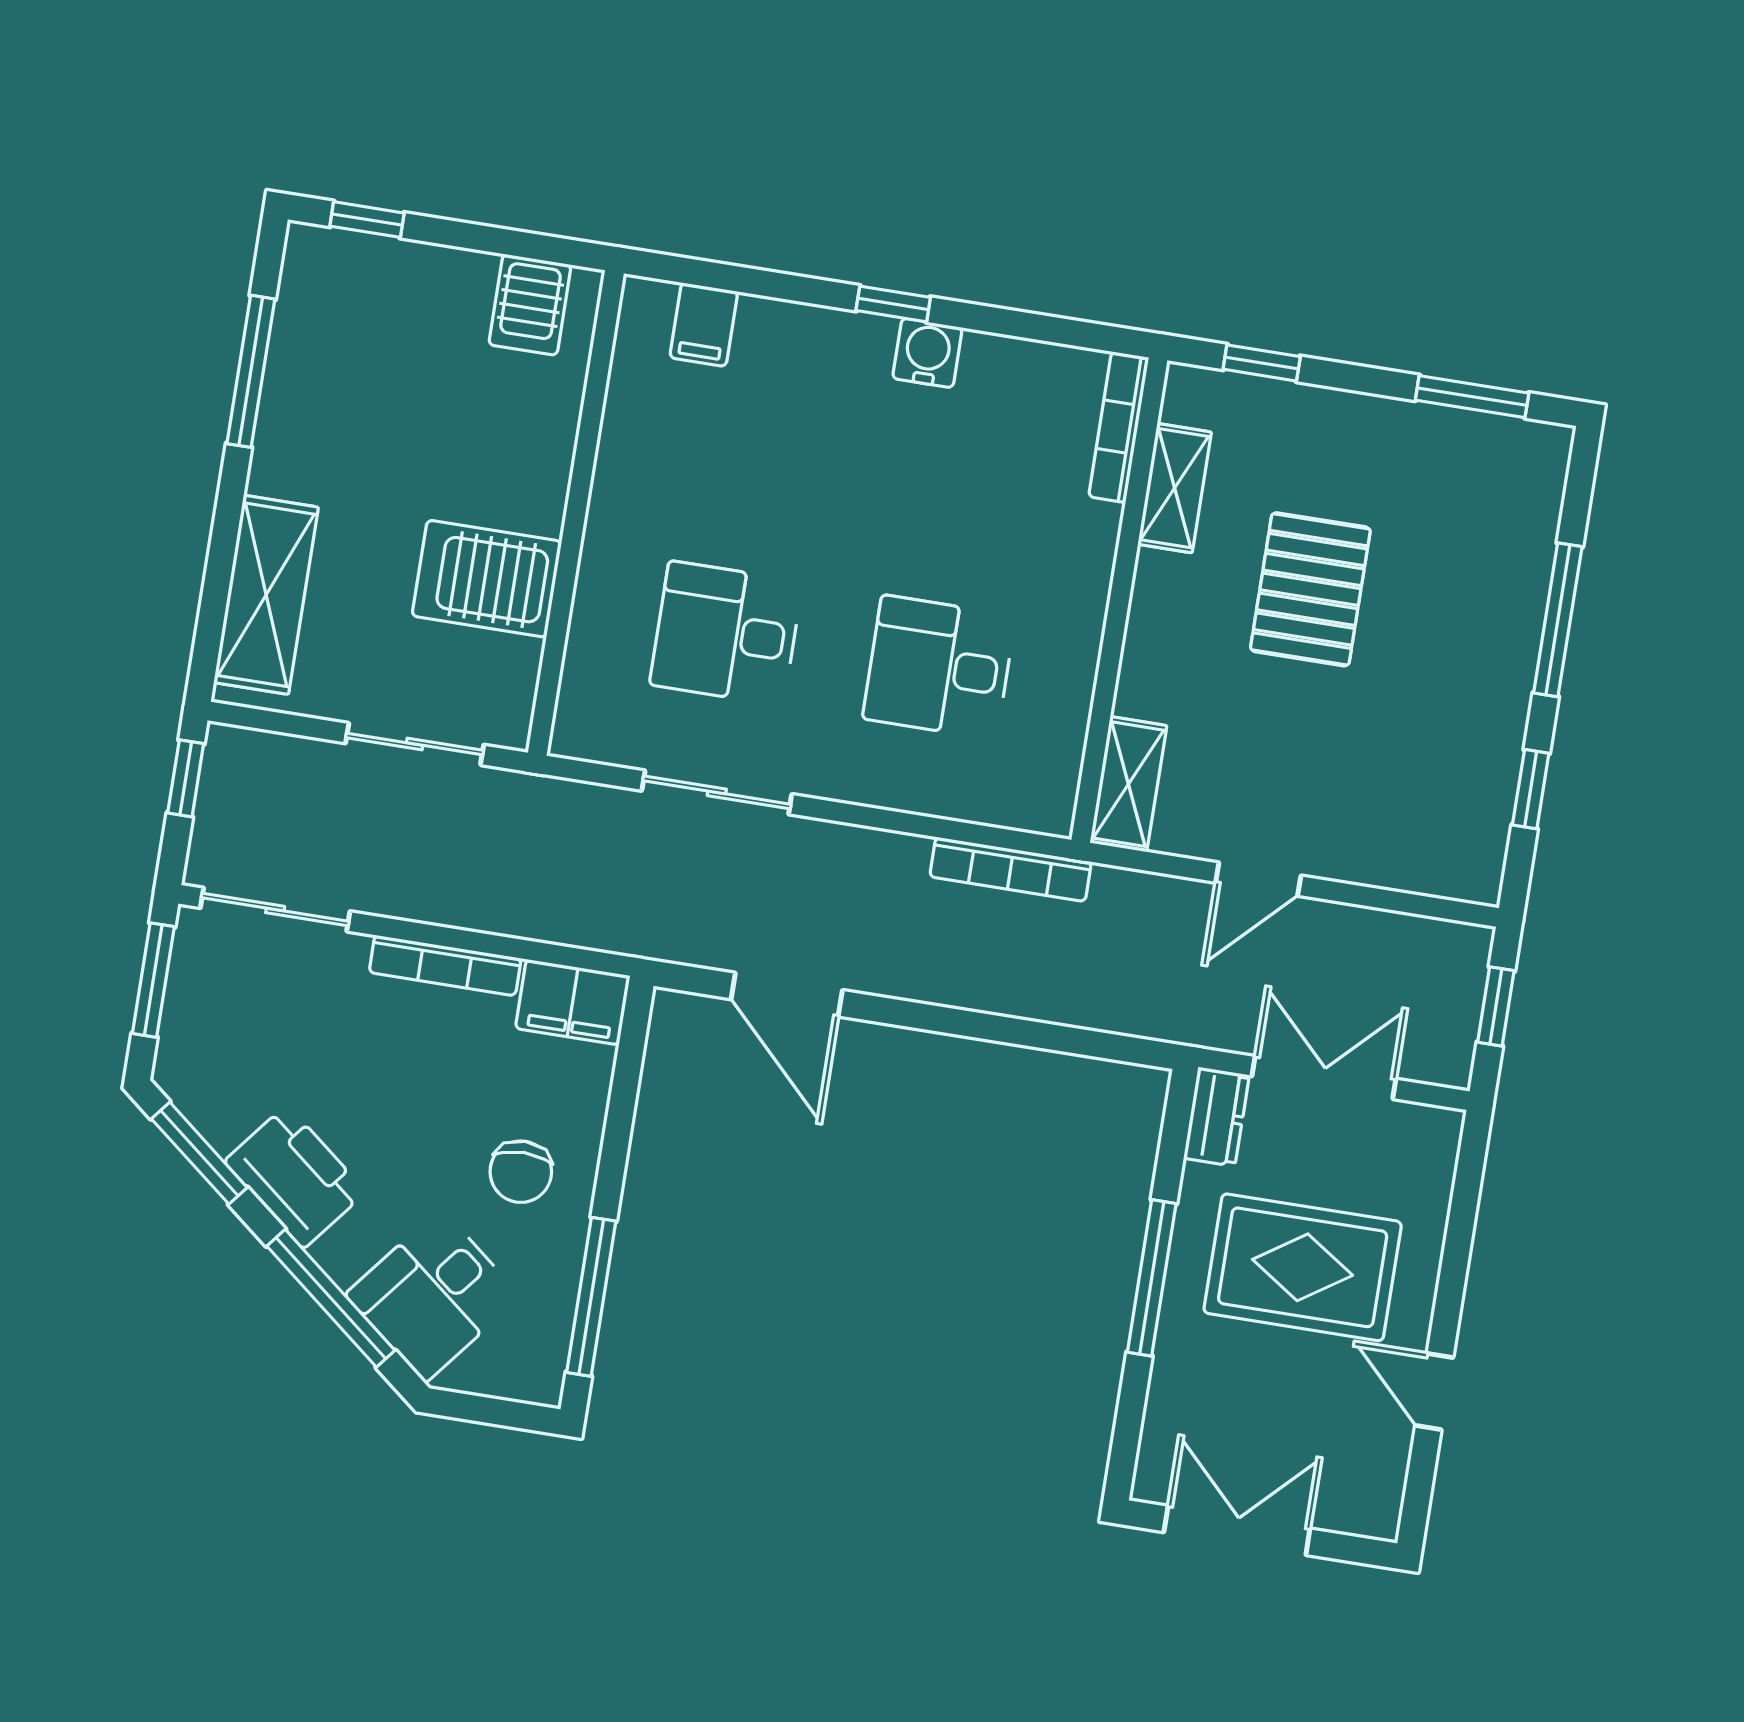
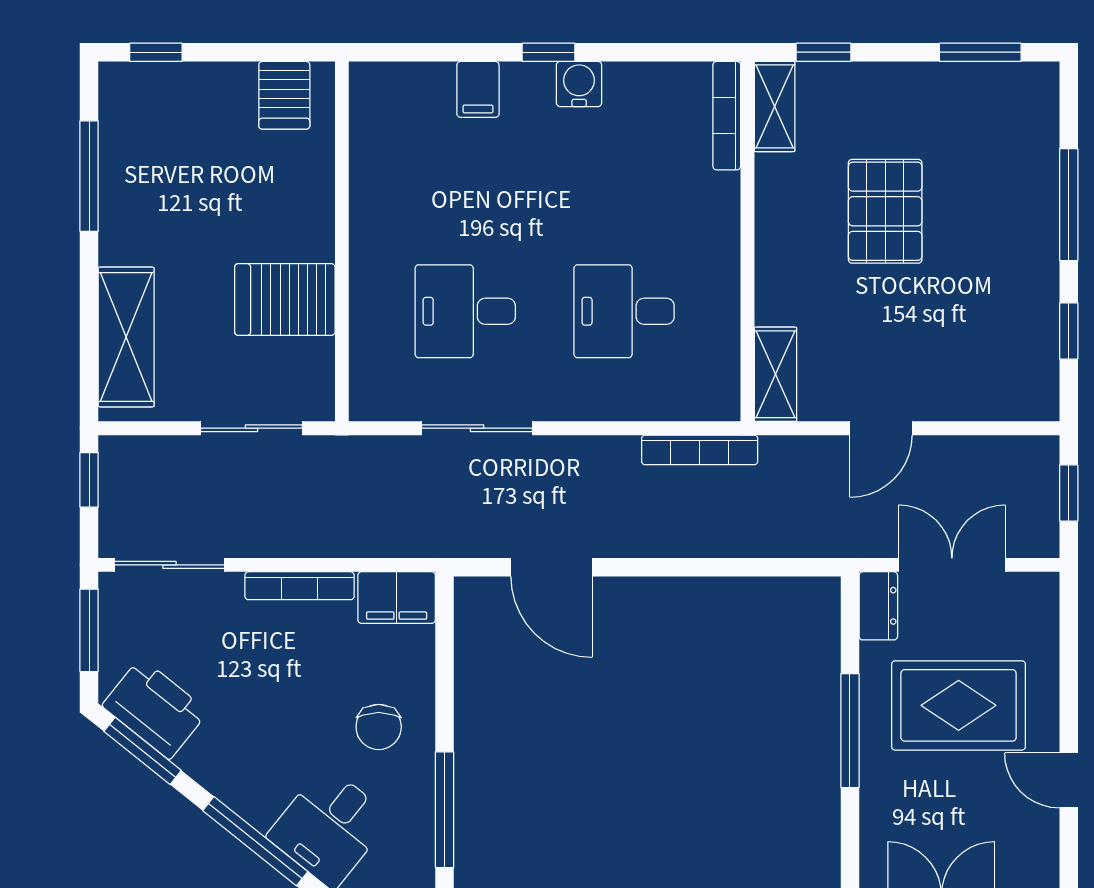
filing cabinet: (704, 325) -> (478, 89), moved
shelving: (1175, 488) -> (775, 106), moved
printer: (295, 1177) -> (155, 709), moved

